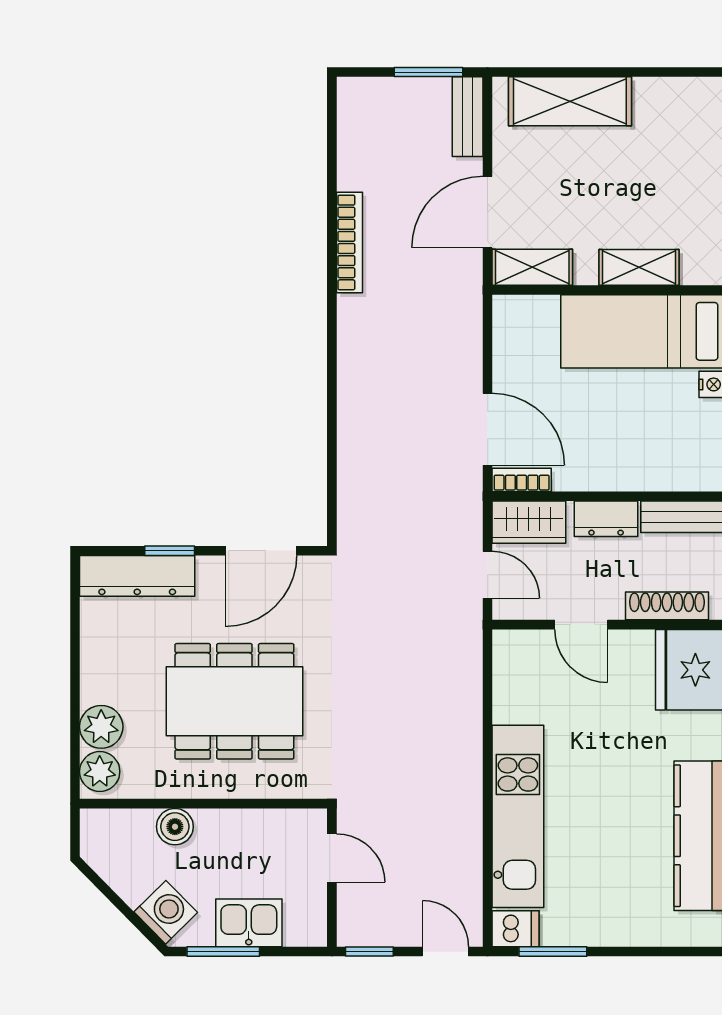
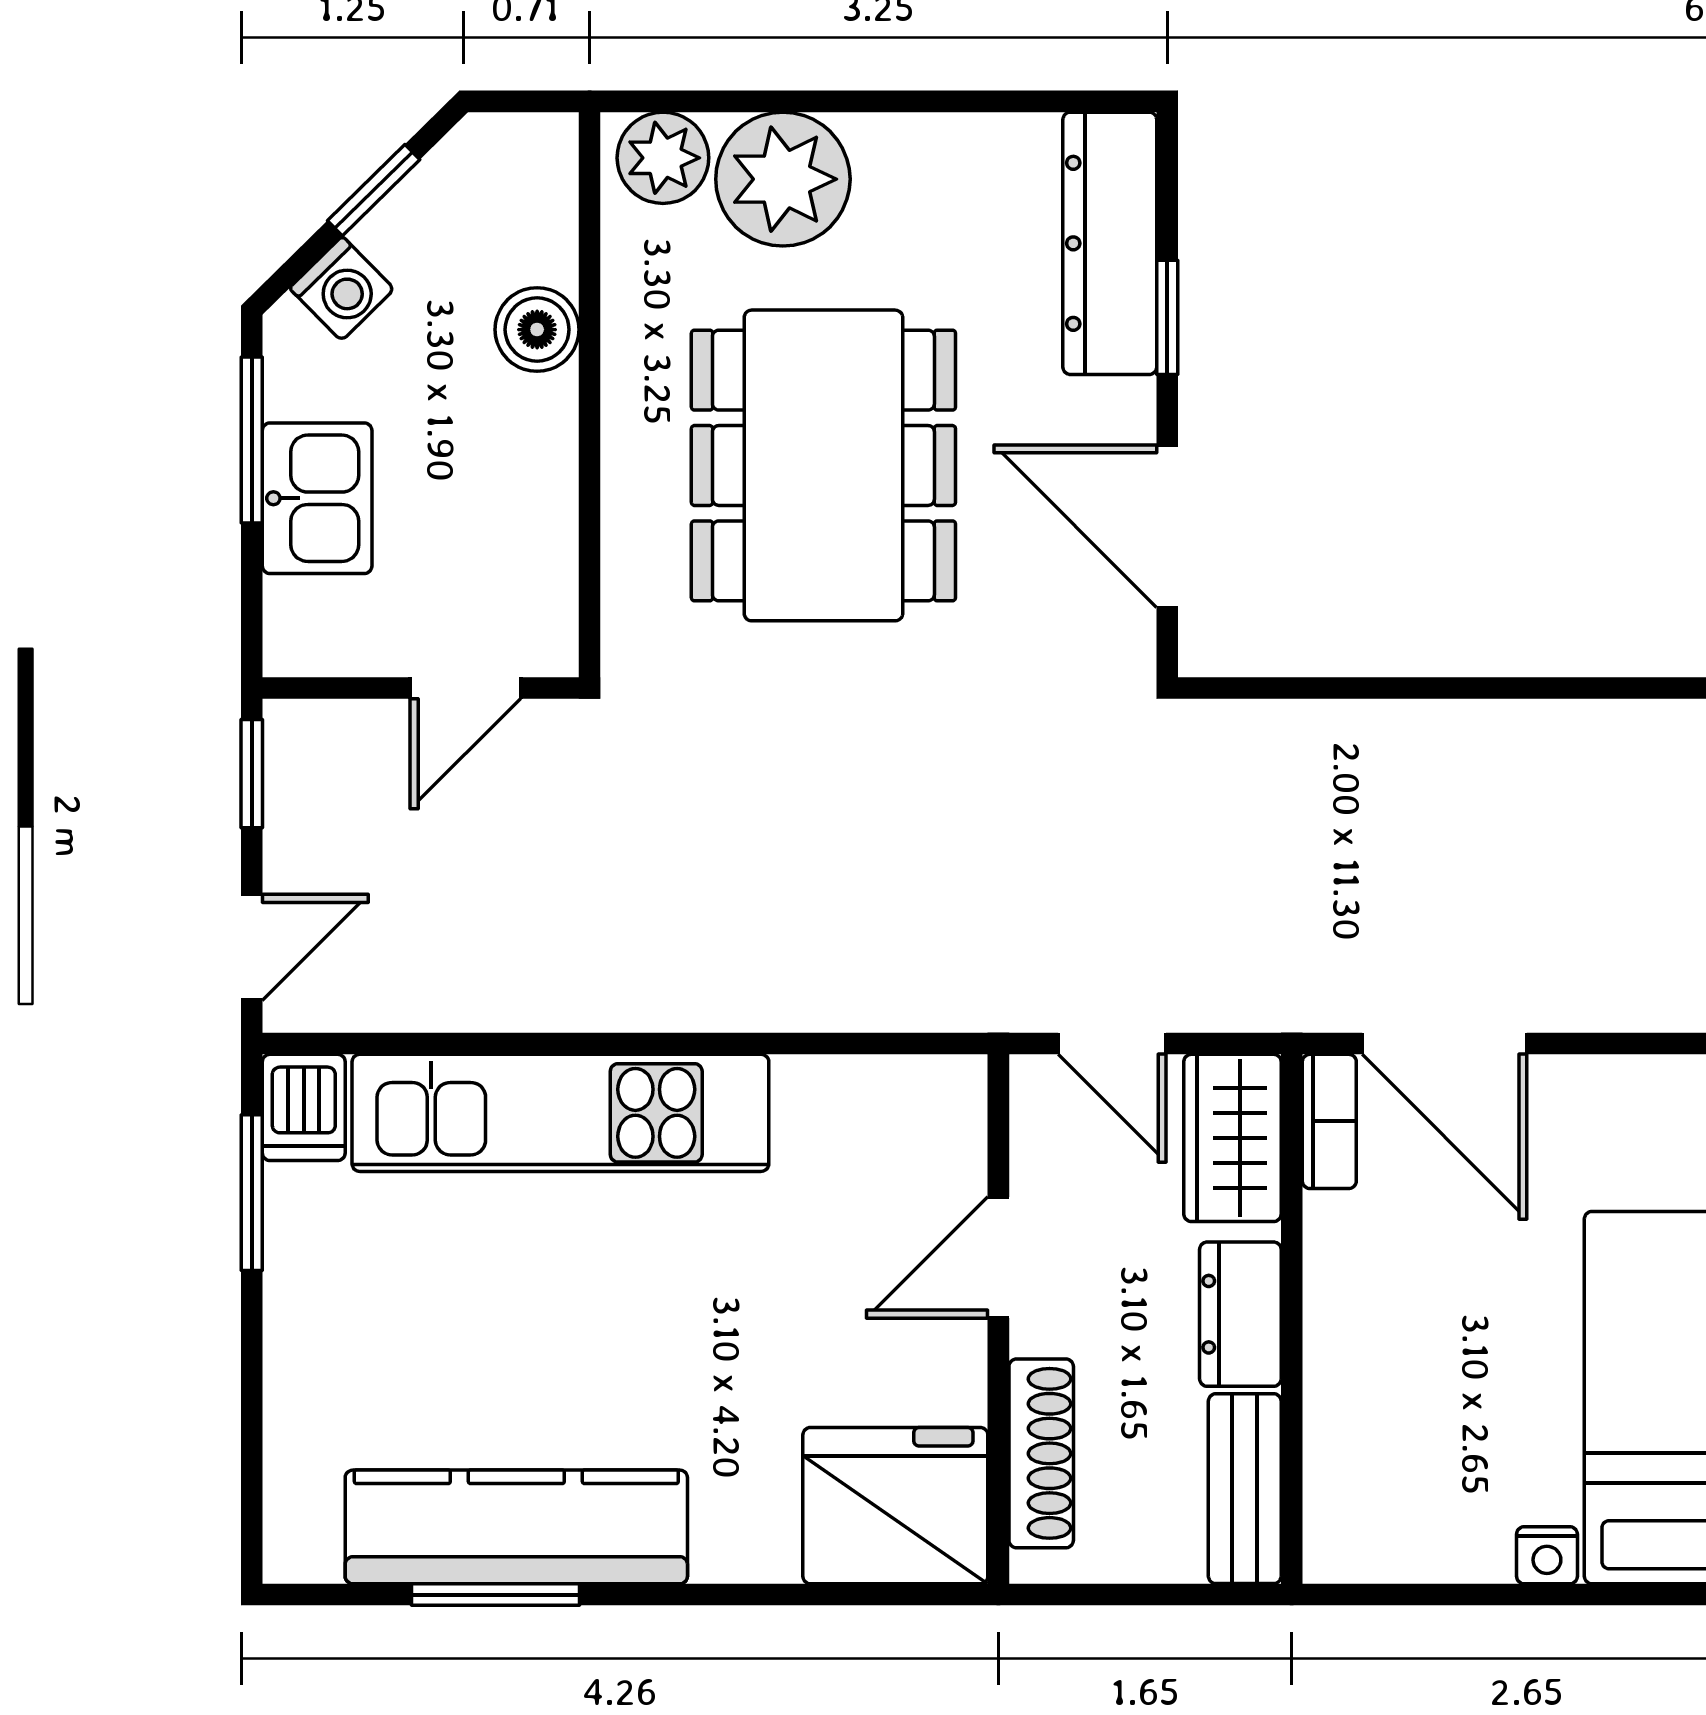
door: (488, 429) -> (1445, 1044), hinge flipped
door: (488, 575) -> (1112, 1044), hinge flipped
plant: (101, 727) -> (783, 179), width x1.36, depth x1.36
window: (114, 898) -> (374, 190), added
washing machine: (166, 912) -> (342, 289), width x0.73, depth x0.73

